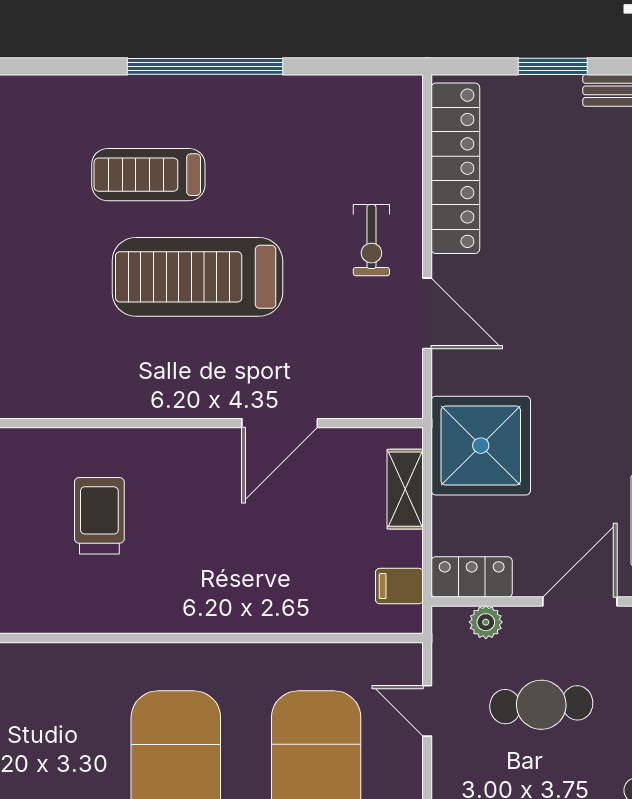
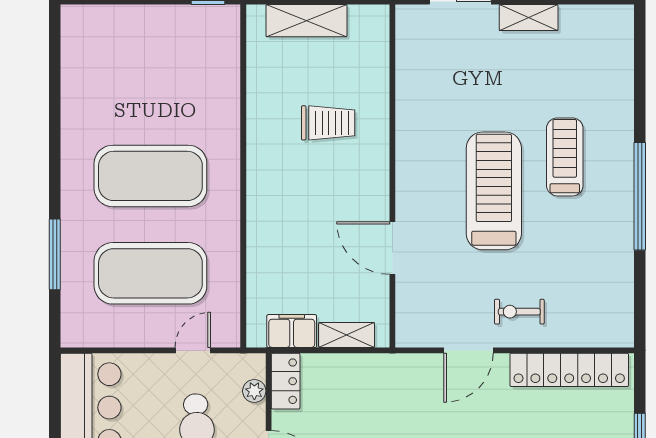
shower: (481, 446) -> (377, 387), removed
filing cabinet: (399, 586) -> (292, 331), width x2.00

